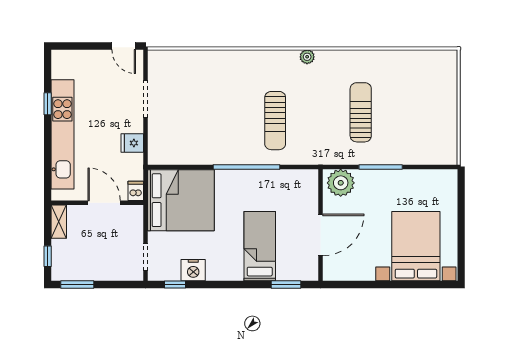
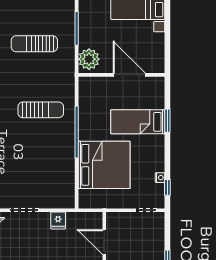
dishwasher: (136, 191) -> (95, 218), removed
bed: (181, 200) -> (104, 165), moved, turned 90
door: (104, 203) -> (104, 242), hinge flipped
nightstand: (193, 270) -> (160, 178), width x0.53, depth x0.56
window: (286, 284) -> (167, 121), moved

